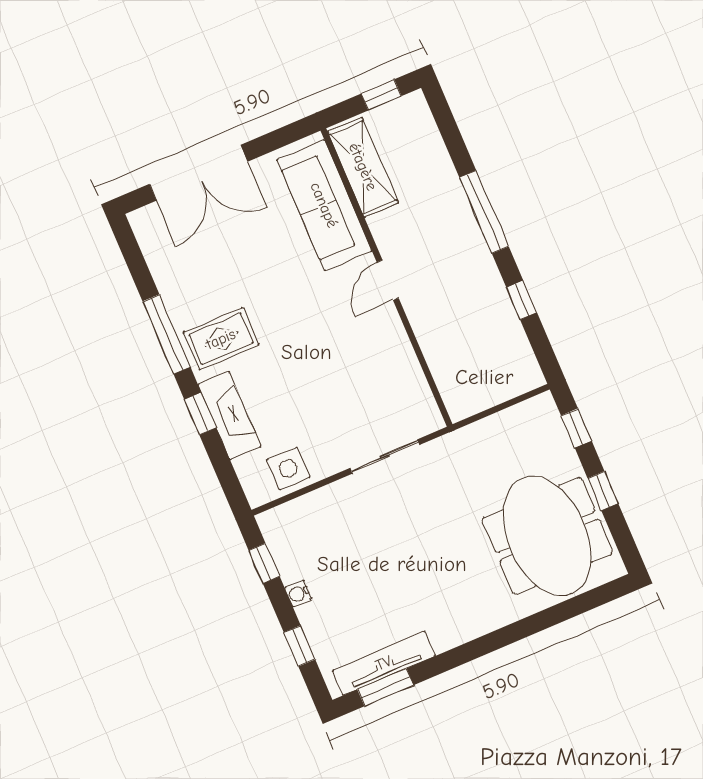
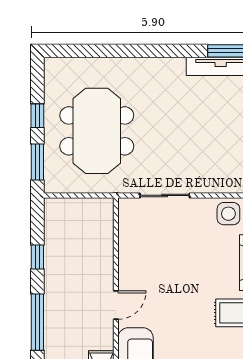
window: (576, 428) -> (37, 162), width x1.50
meeting table: (547, 536) -> (97, 131), moved

